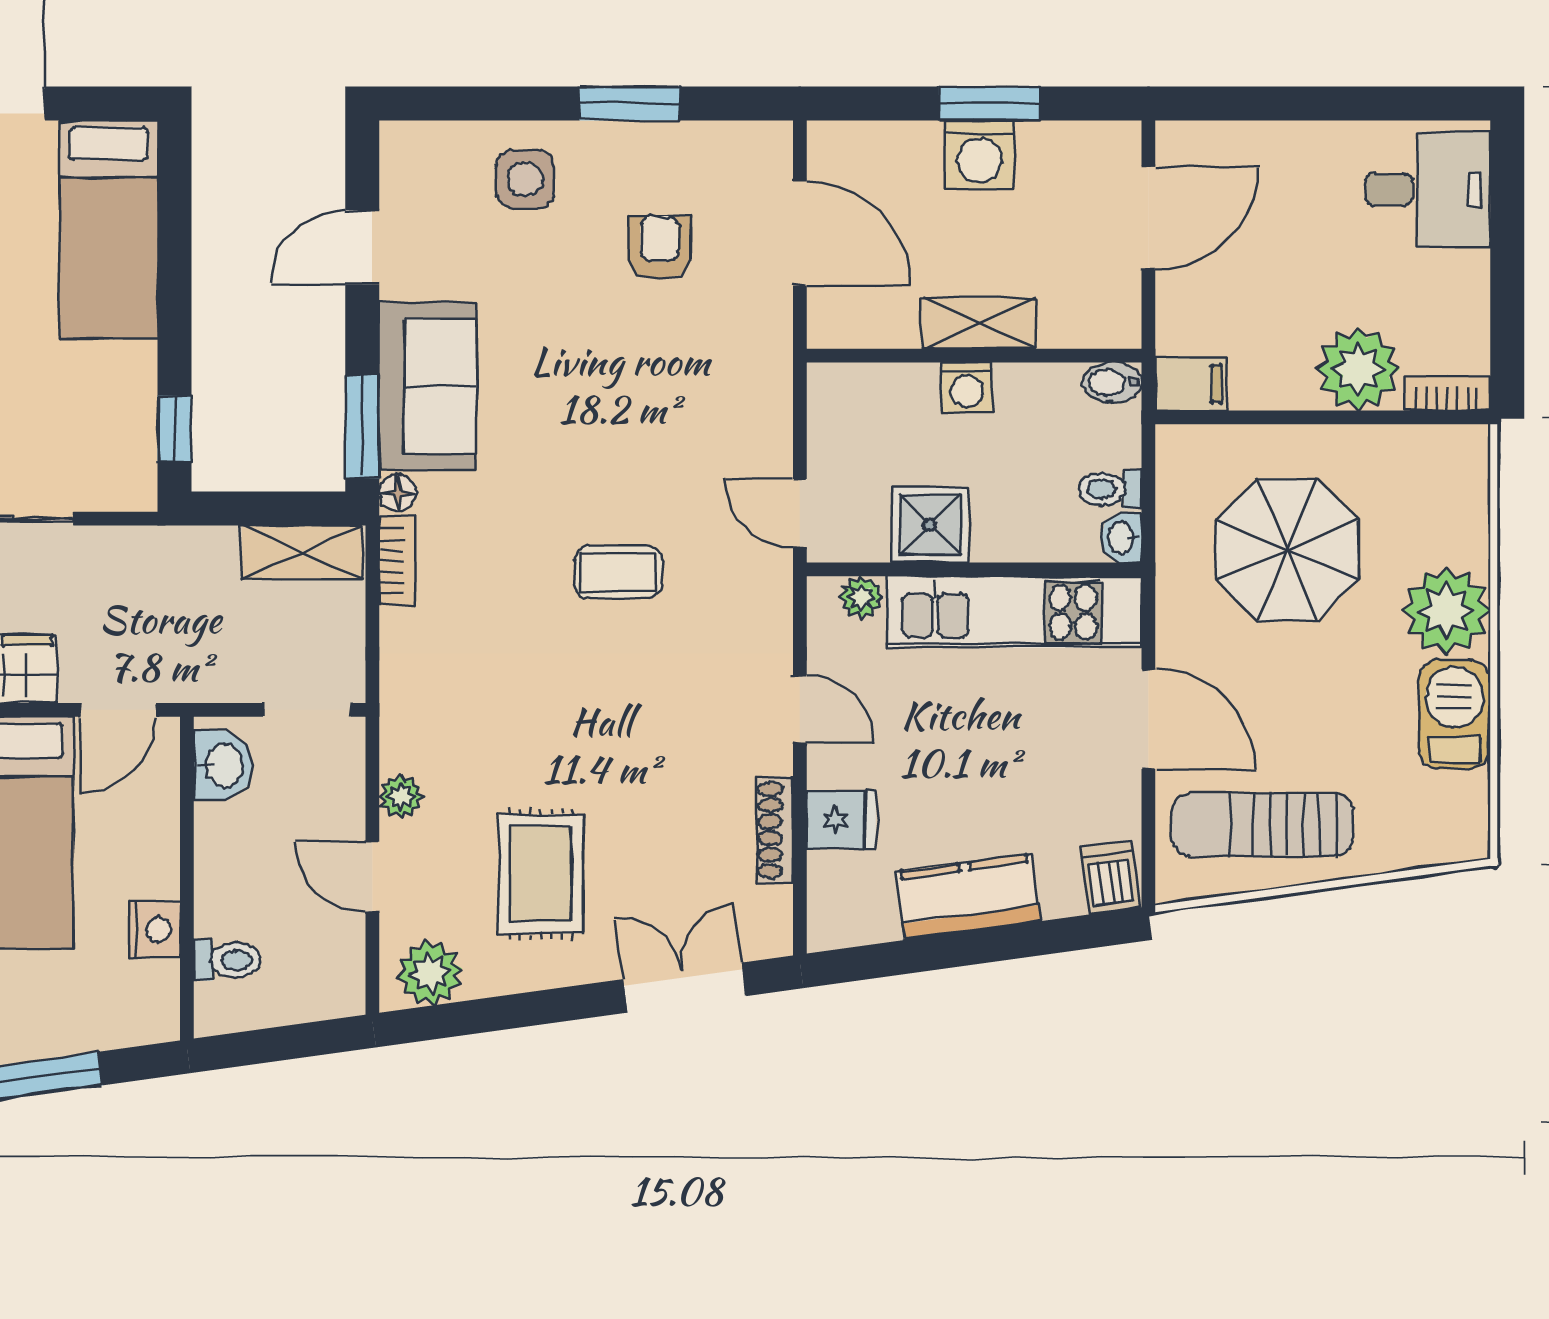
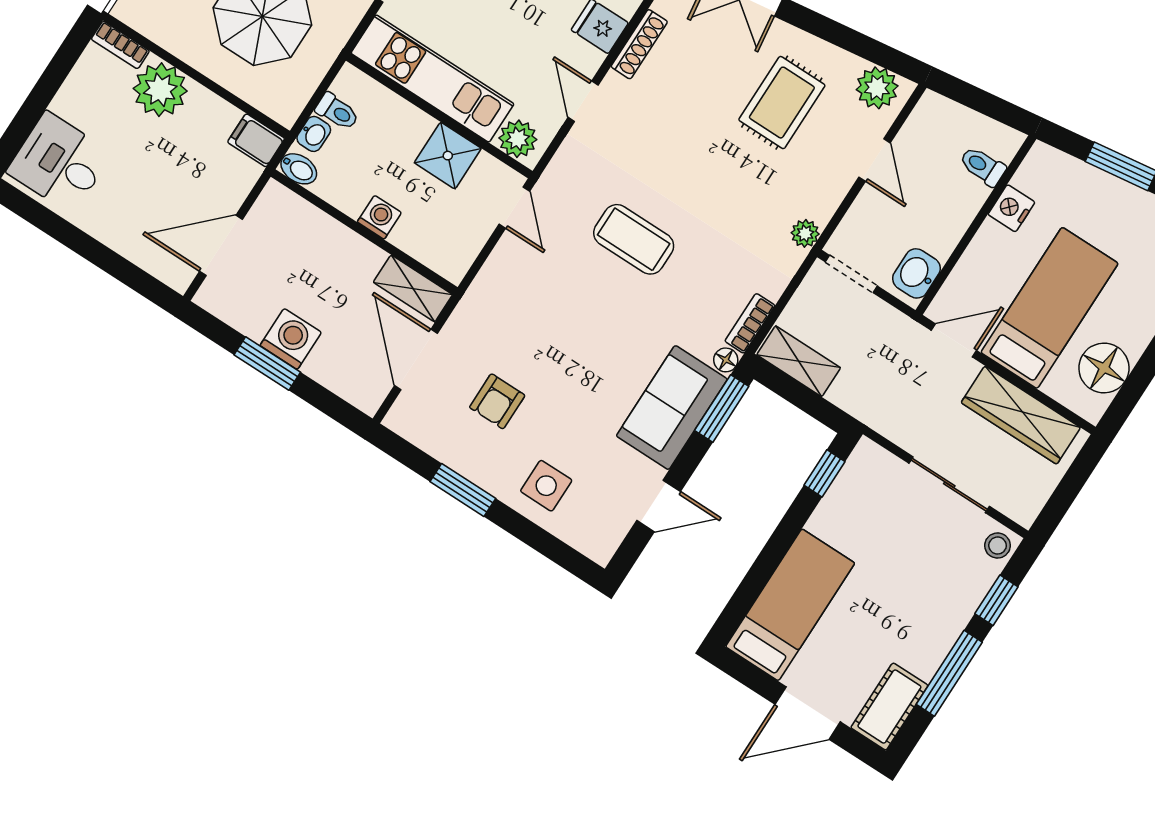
shelving: (979, 323) -> (413, 288), moved
washbasin: (1122, 538) -> (314, 134), moved
coffee table: (618, 572) -> (634, 239), width x1.36, depth x1.30
plant: (861, 597) -> (518, 139), width x1.38, depth x1.38
plant: (401, 797) -> (805, 233), moved

